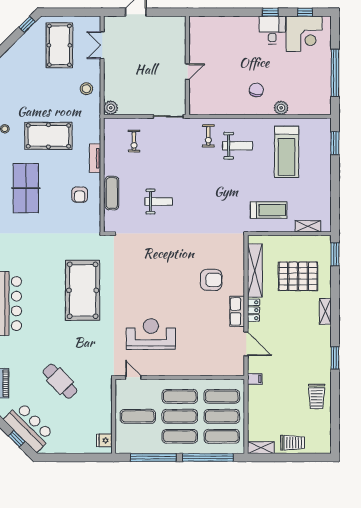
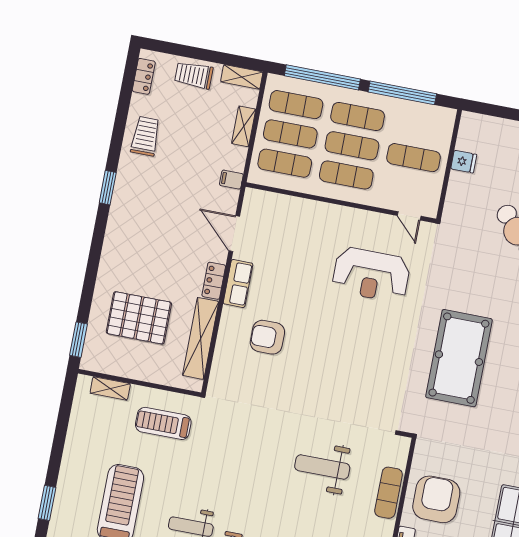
armchair: (80, 195) -> (436, 499), width x1.88, depth x1.88
weight bench: (159, 202) -> (322, 467), width x1.36, depth x1.33
shelving: (325, 311) -> (244, 126), moved
locker: (325, 436) -> (144, 76), added
fridge: (104, 440) -> (464, 162), moved

